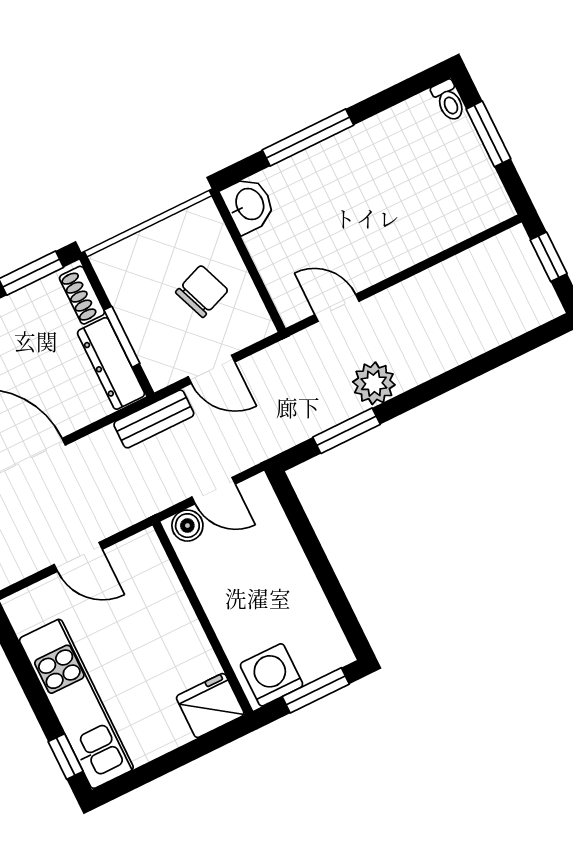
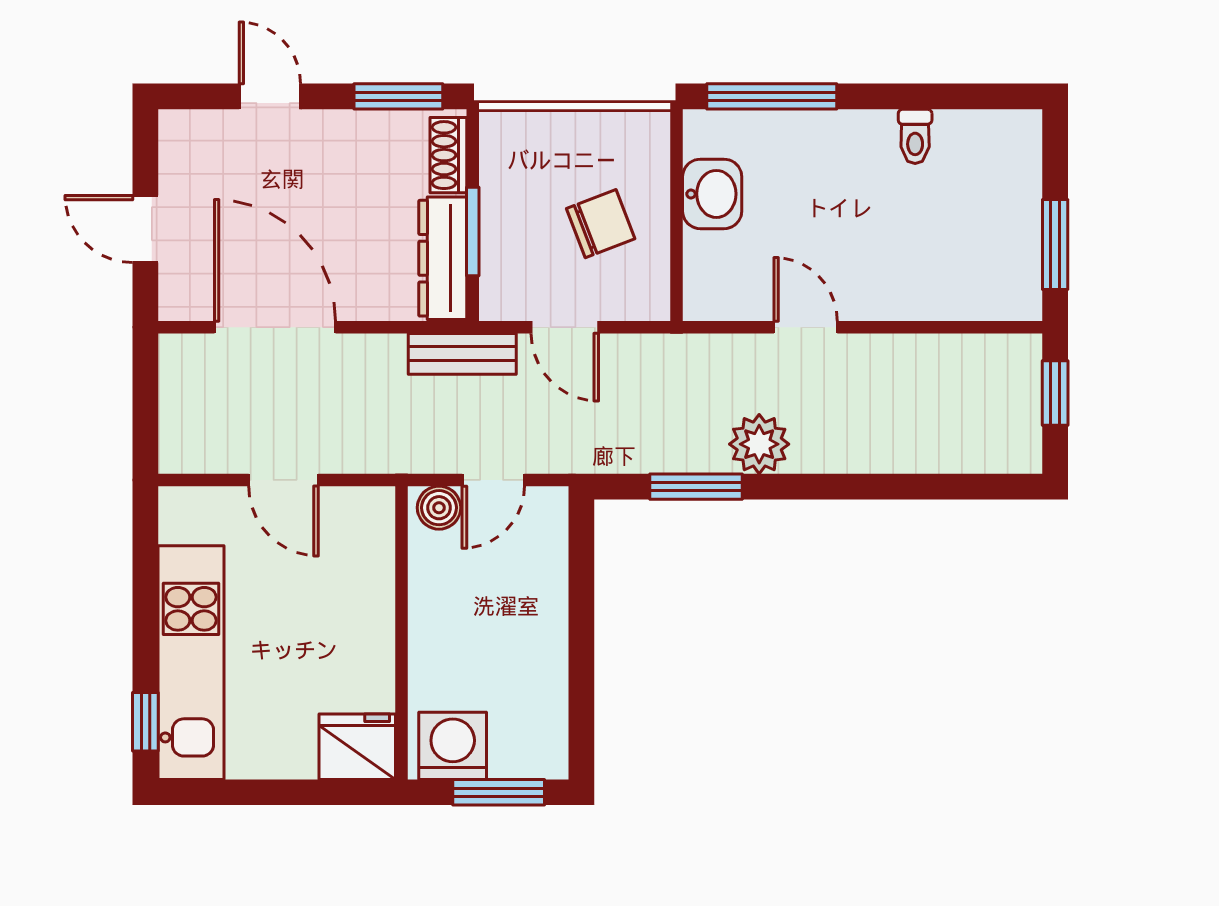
toilet: (449, 101) -> (915, 136), moved
window: (488, 134) -> (1055, 245), moved
window: (308, 138) -> (772, 96), moved
washbasin: (249, 205) -> (712, 194), moved
door: (337, 308) -> (806, 327), moved
door: (214, 491) -> (493, 480), hinge flipped

